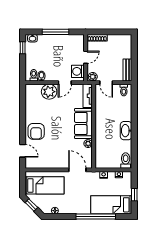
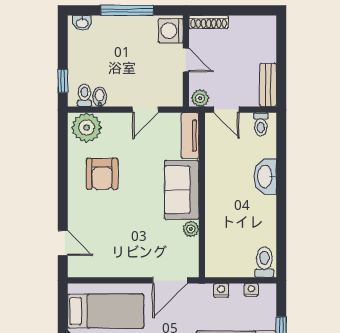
window: (23, 48) -> (63, 81), moved
door: (86, 57) -> (186, 60), hinge flipped
washing machine: (78, 71) -> (171, 31), moved
plant: (49, 92) -> (87, 128), moved
armchair: (36, 131) -> (102, 174), moved
washbasin: (126, 131) -> (265, 176), moved
door: (77, 170) -> (170, 280), swing flipped

